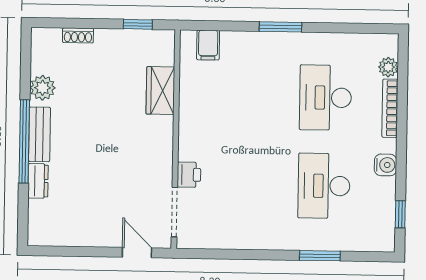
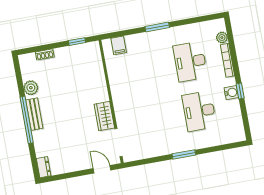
wardrobe: (160, 91) -> (104, 116), moved
printer: (189, 175) -> (122, 120), removed
dresser: (38, 181) -> (44, 167), moved
window: (400, 214) -> (240, 91), moved
window: (320, 256) -> (184, 154), moved

